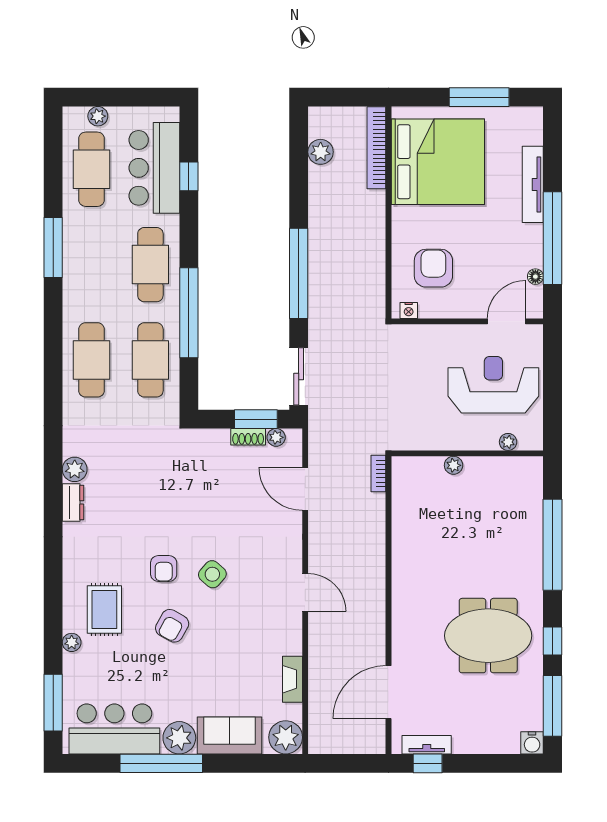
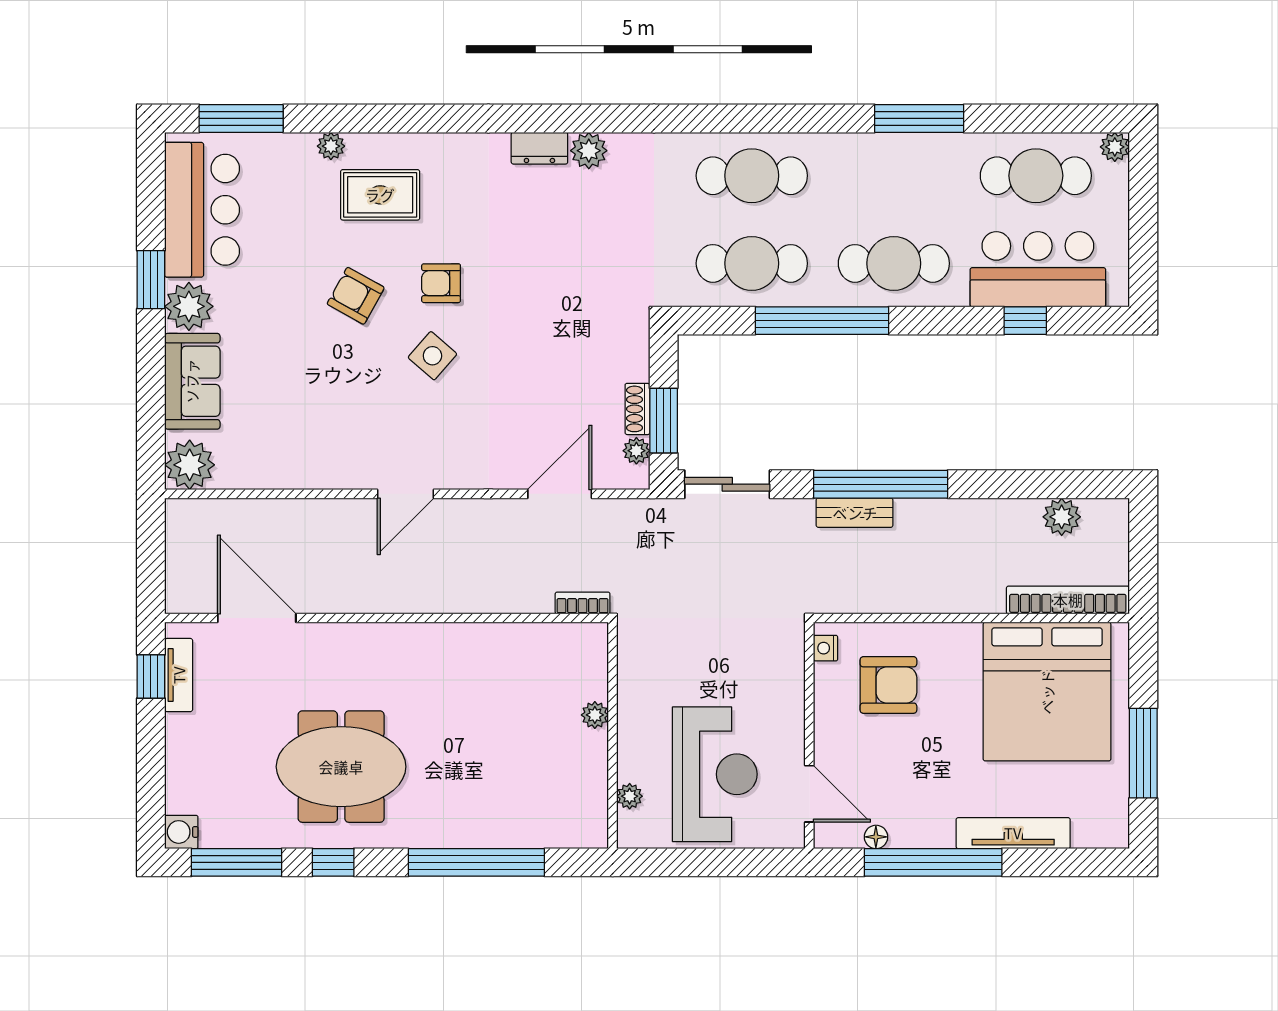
plant: (98, 116) -> (1115, 147), moved
bench: (318, 291) -> (855, 513), added
meeting table: (488, 636) -> (341, 767), turned 90
fireplace: (292, 679) -> (276, 475), removed
window: (161, 763) -> (151, 280), width x0.47

